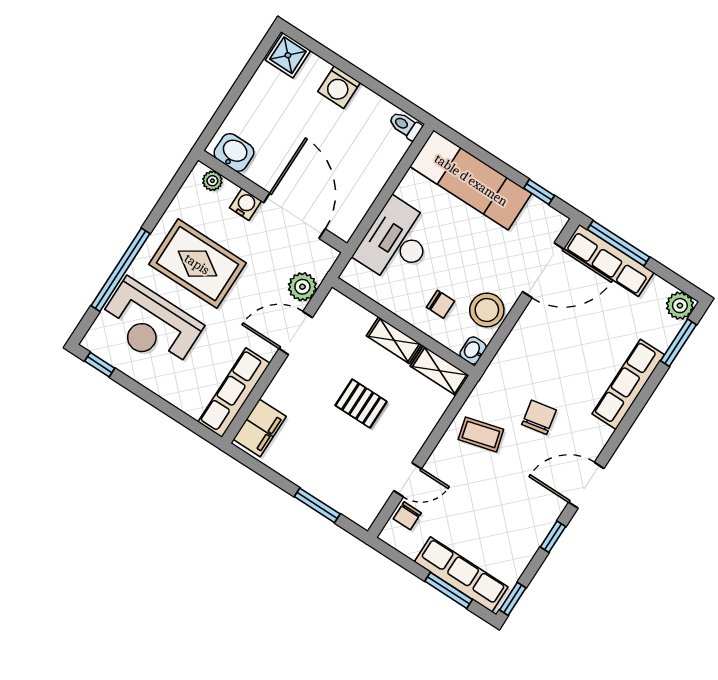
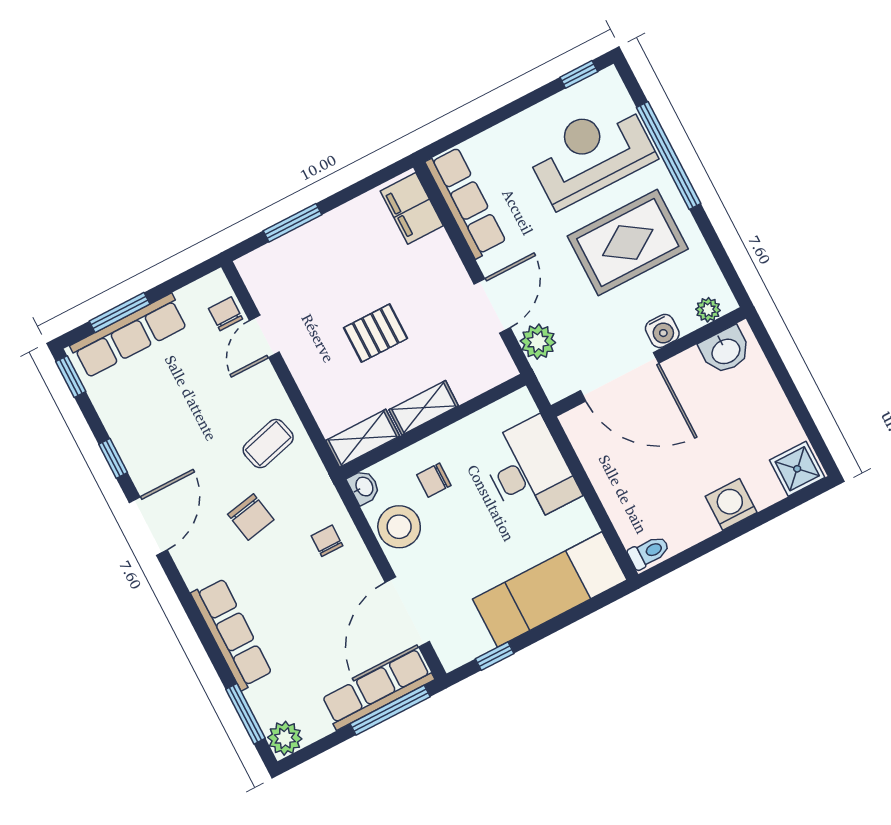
chair: (525, 355) -> (327, 541), added

